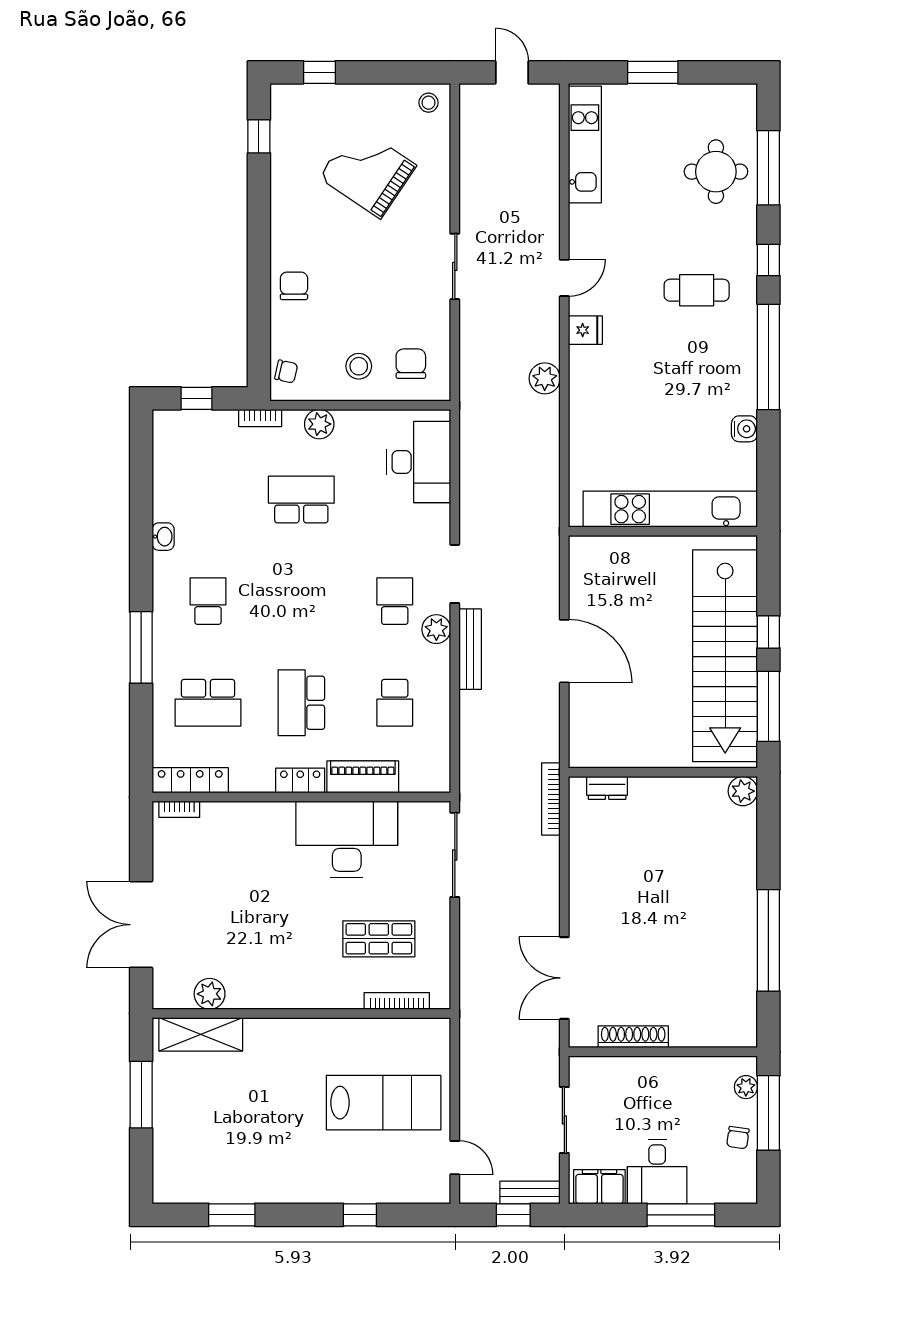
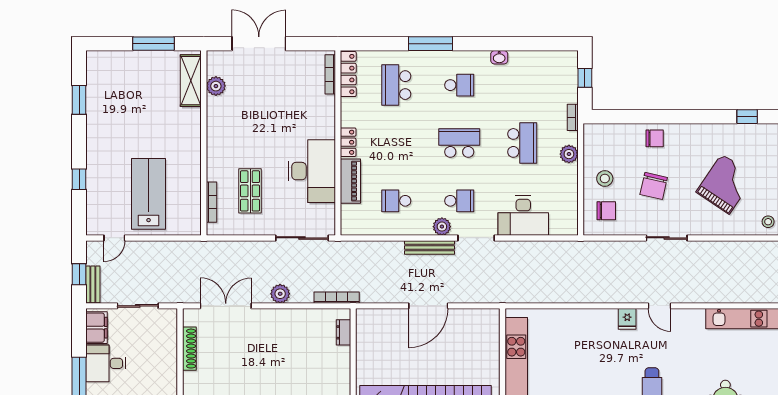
chair: (286, 372) -> (654, 186), moved, width x1.87, depth x1.87
plant: (545, 378) -> (280, 294), moved
desk: (419, 462) -> (523, 216), moved
school desk: (301, 703) -> (459, 143), moved
bookcase: (179, 809) -> (330, 74), width x1.56
lab bench: (384, 1103) -> (149, 194), turned 180

